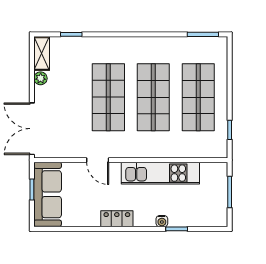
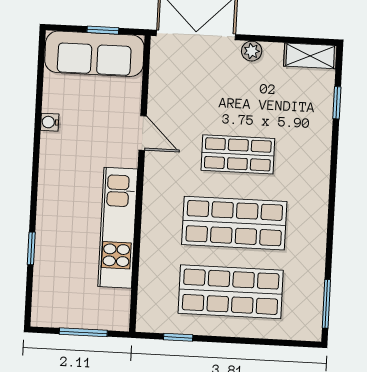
plant: (41, 78) -> (252, 51), moved
shop shelf: (108, 97) -> (238, 154), width x0.70, depth x0.74
door: (98, 160) -> (143, 133), swing flipped
locker: (117, 219) -> (52, 158), removed
water cooler: (162, 221) -> (50, 122), moved

